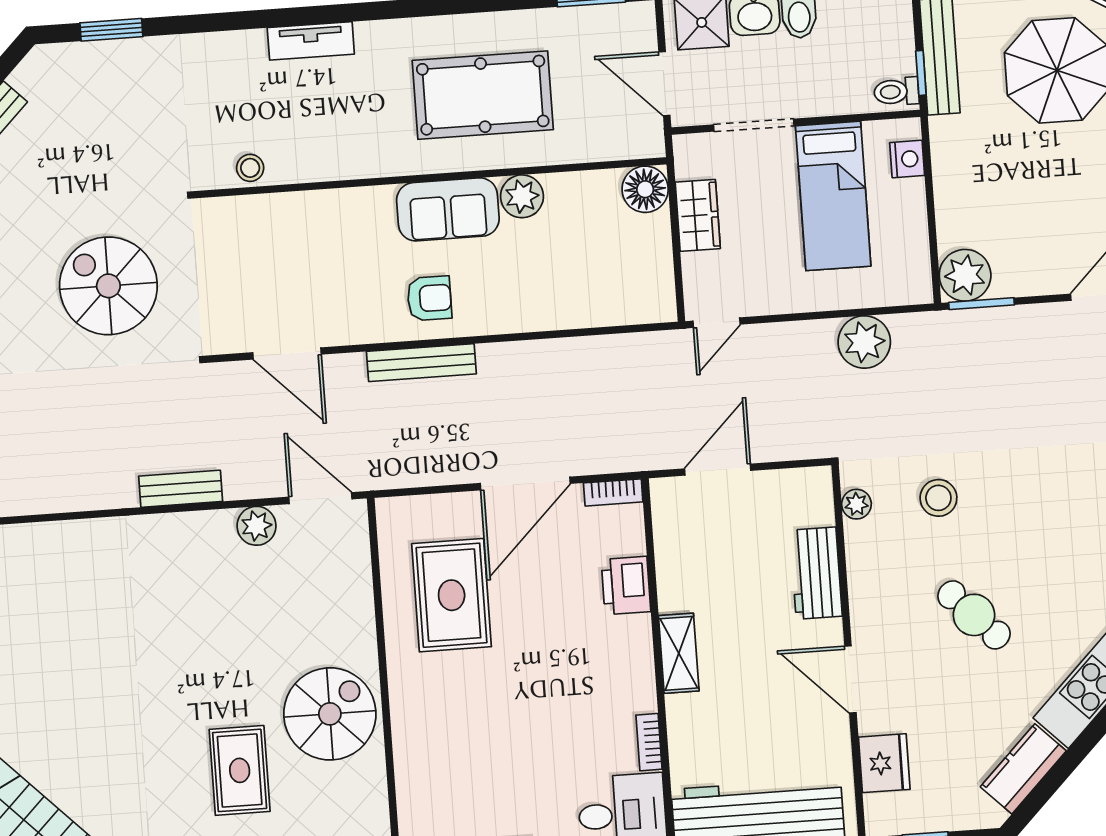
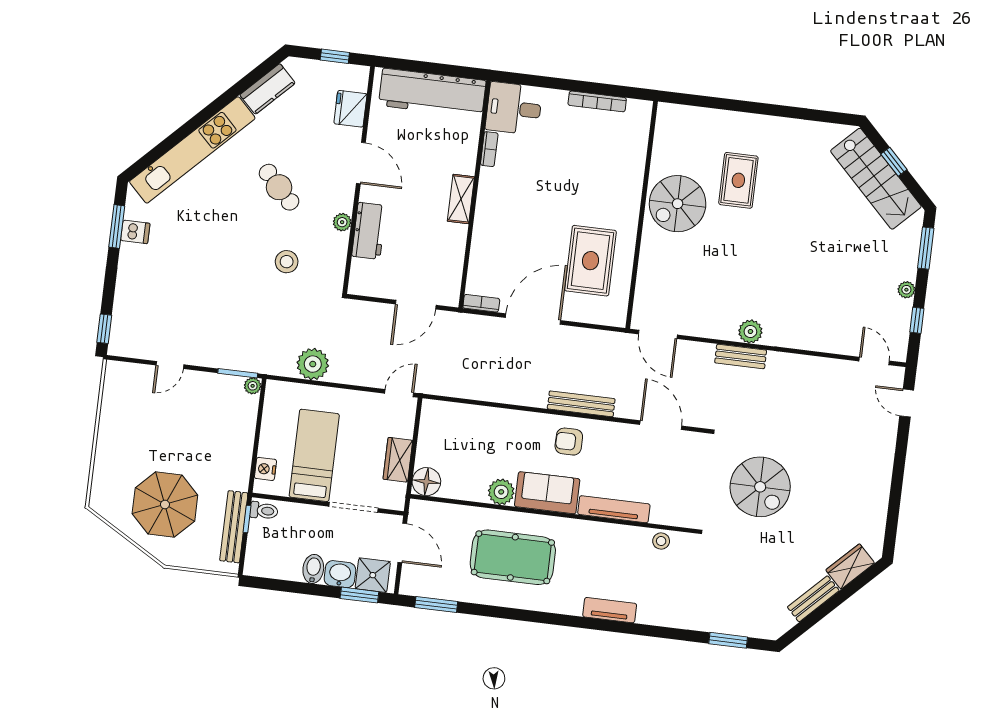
tv unit: (336, 204) -> (614, 509), added
plant: (965, 275) -> (253, 386), width x0.53, depth x0.53
plant: (856, 504) -> (342, 222), moved
plant: (256, 526) -> (750, 332), moved
printer: (626, 585) -> (485, 246), removed

